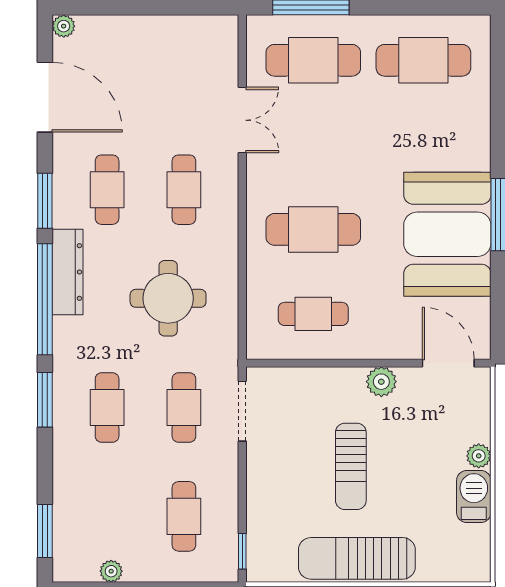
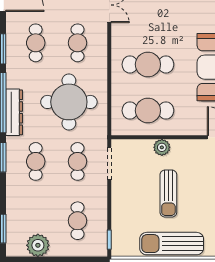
dresser: (68, 272) -> (14, 112), moved
round table: (168, 298) -> (69, 102), width x1.36, depth x1.36
cafe table: (313, 314) -> (148, 111), width x1.37, depth x1.35
plant: (381, 382) -> (162, 147), moved
plant: (111, 571) -> (38, 245), width x1.87, depth x1.87

